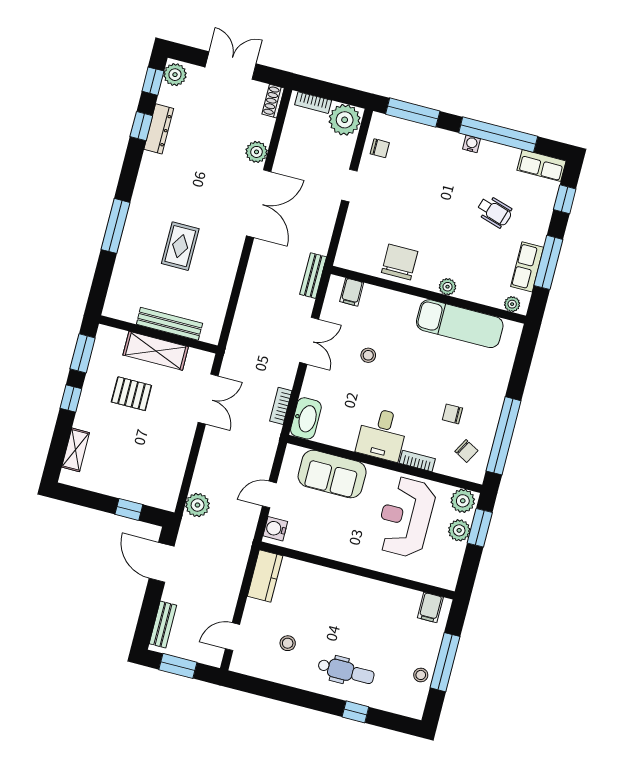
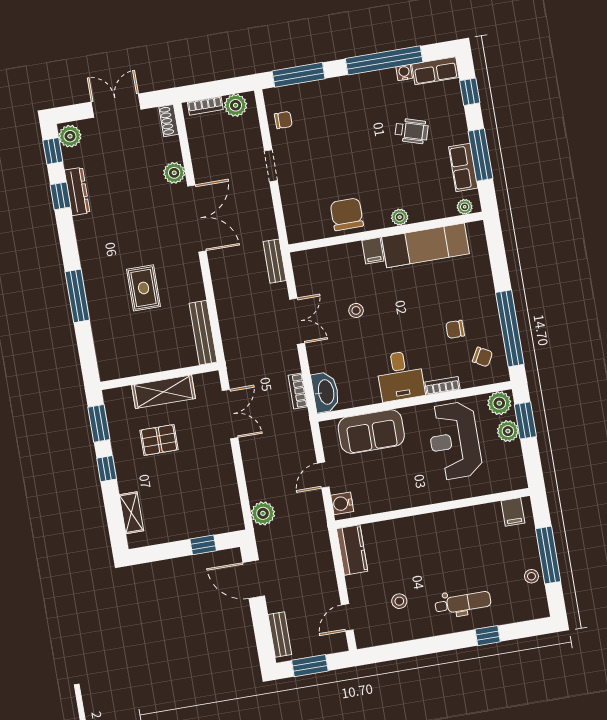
plant: (345, 120) -> (236, 105), width x0.73, depth x0.73
water cooler: (472, 144) -> (404, 73), moved
filing cabinet: (352, 292) -> (373, 251), moved
bench: (169, 324) -> (203, 333), moved, turned 90

